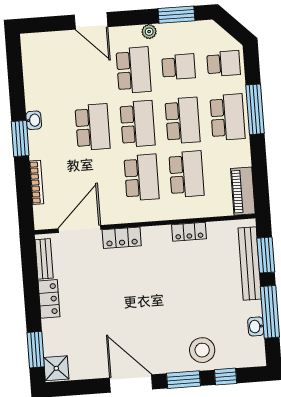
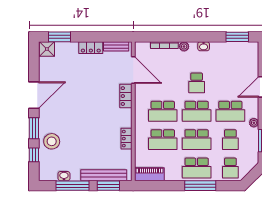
school desk: (93, 127) -> (197, 83), width x0.54
window: (20, 139) -> (237, 37), moved
plant: (36, 151) -> (184, 46), added

